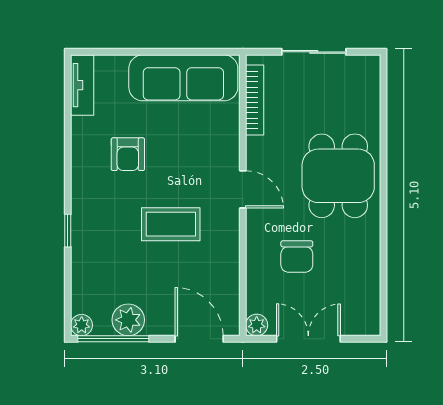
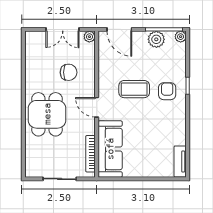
sofa: (183, 78) -> (110, 149), moved, turned 90
armchair: (128, 154) -> (167, 91), moved
chair: (297, 257) -> (69, 72), turned 90

